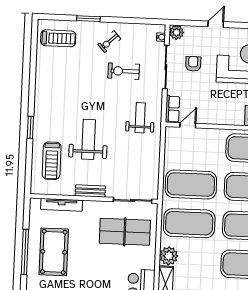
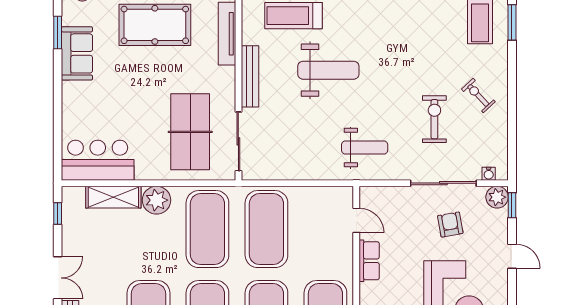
window: (88, 19) -> (512, 22), moved
window: (182, 23) -> (512, 205), added
armchair: (193, 64) -> (450, 224), turned -100
row of seats: (172, 109) -> (369, 261), moved, turned -90
bench: (90, 191) -> (250, 76), width x1.36

